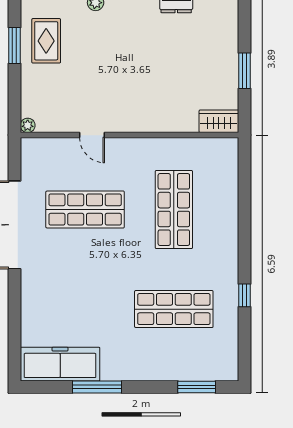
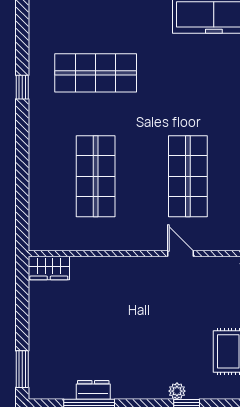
window: (245, 71) -> (22, 369), moved
shop shelf: (85, 210) -> (188, 176), turned 90

